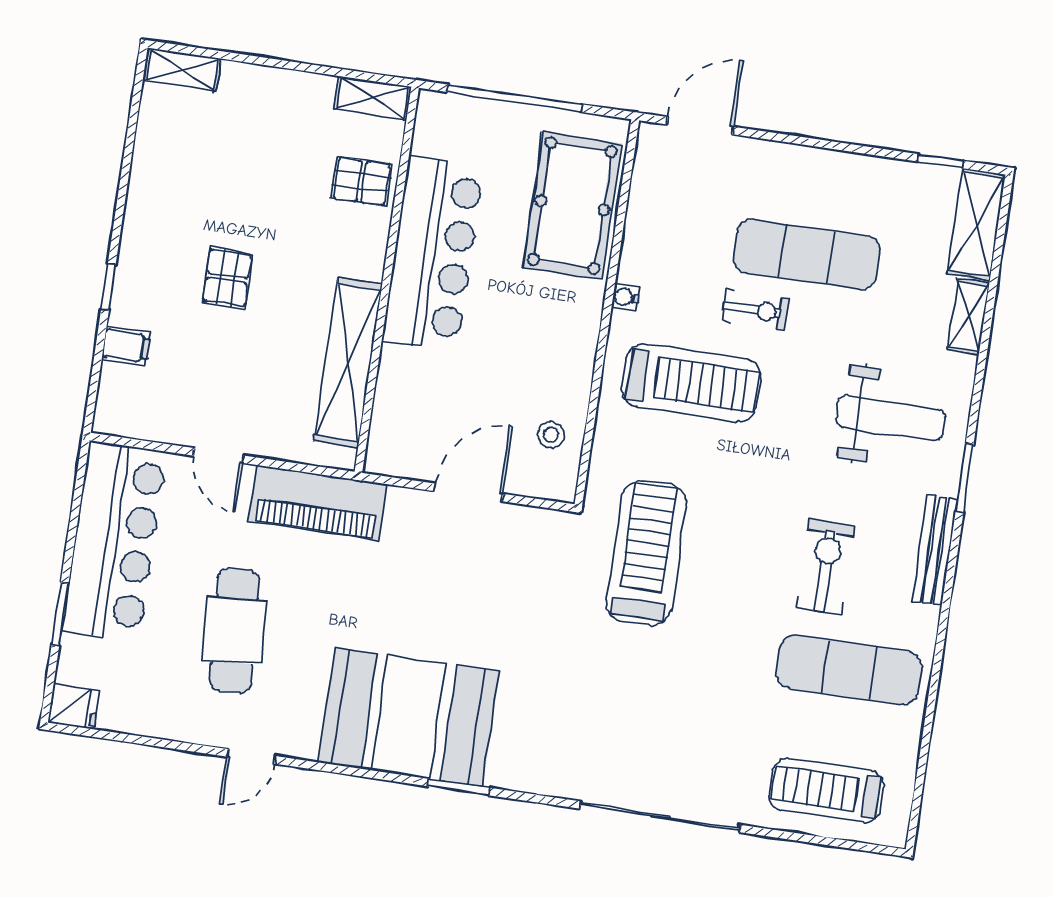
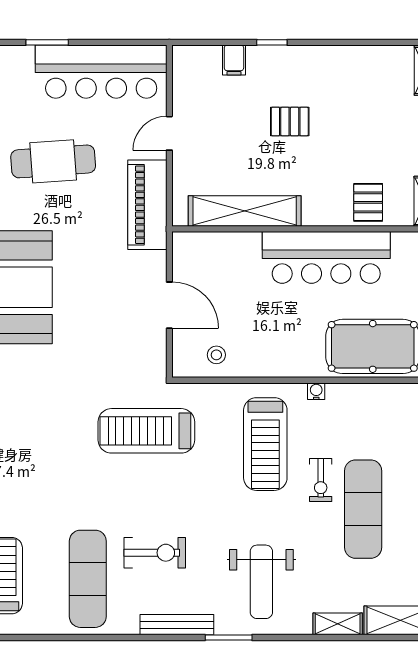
treadmill: (646, 553) -> (146, 431), turned 180

